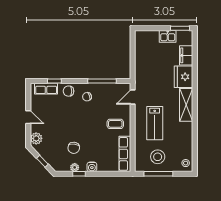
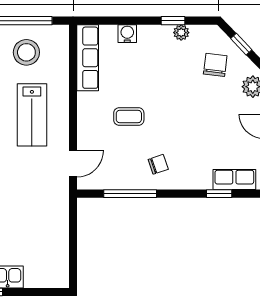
chair: (69, 91) -> (193, 175), removed
lab bench: (155, 123) -> (32, 115), turned 180
coffee table: (115, 124) -> (129, 116), moved
chair: (74, 148) -> (215, 65), moved
water cooler: (92, 167) -> (127, 34), moved

